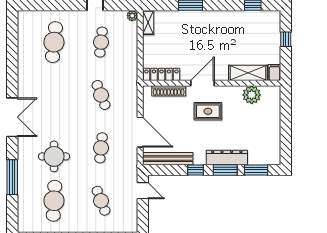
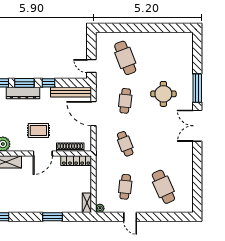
cafe table: (54, 42) -> (163, 187), turned -30
window: (12, 177) -> (197, 88), moved
cafe table: (54, 201) -> (163, 58), removed
cafe table: (101, 201) -> (125, 58), width x1.37, depth x1.35

